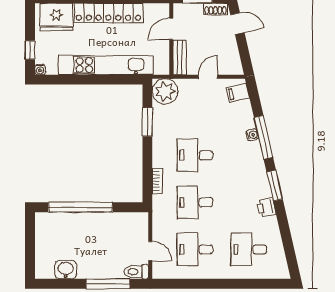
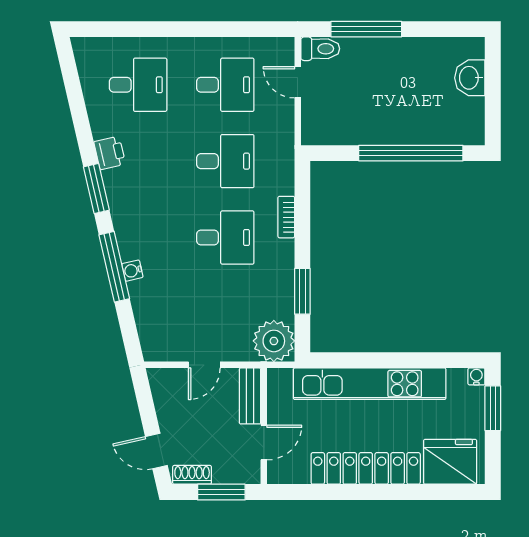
window: (30, 50) -> (493, 408), width x1.50
filing cabinet: (238, 93) -> (156, 339), removed
bookcase: (157, 181) -> (286, 217), moved
washbasin: (66, 270) -> (470, 78), moved, turned 90

